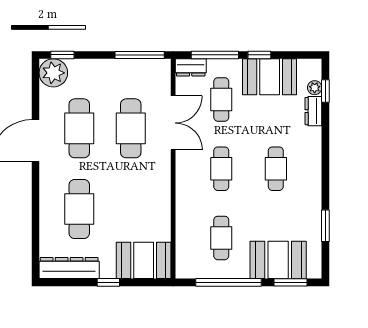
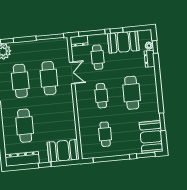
double door: (173, 123) -> (72, 73), width x0.73
cafe table: (276, 169) -> (132, 93), width x1.37, depth x1.35
booth: (278, 260) -> (151, 137), moved, turned 90

